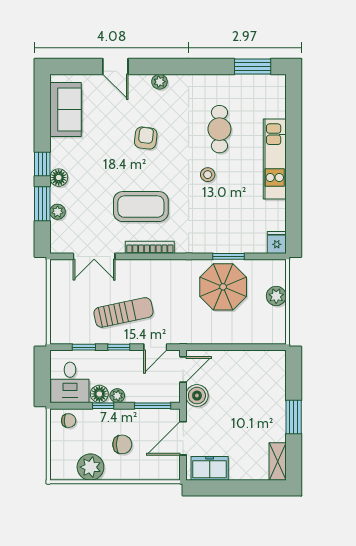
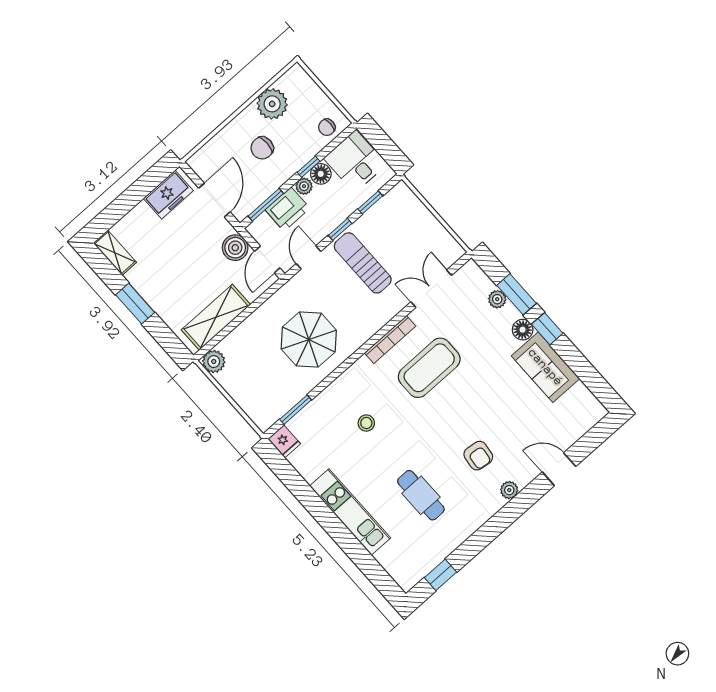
window: (253, 66) -> (441, 575), width x0.67
sofa: (65, 110) -> (546, 367), moved
armchair: (146, 138) -> (478, 456), moved
stool: (208, 175) -> (366, 423), moved
window: (228, 256) -> (296, 410), moved
parasol: (223, 287) -> (309, 340), moved
plant: (276, 296) -> (214, 362), moved
sun lounger: (123, 312) -> (363, 263), turned 102
shelving: (249, 362) -> (216, 317), added
printer: (141, 390) -> (288, 209), added

